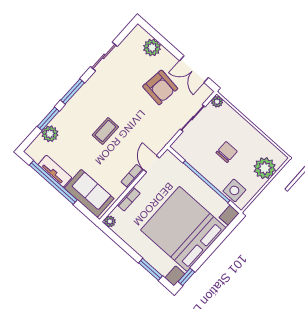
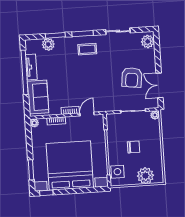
plant: (152, 48) -> (148, 41), moved
coffee table: (105, 131) -> (87, 49), moved

